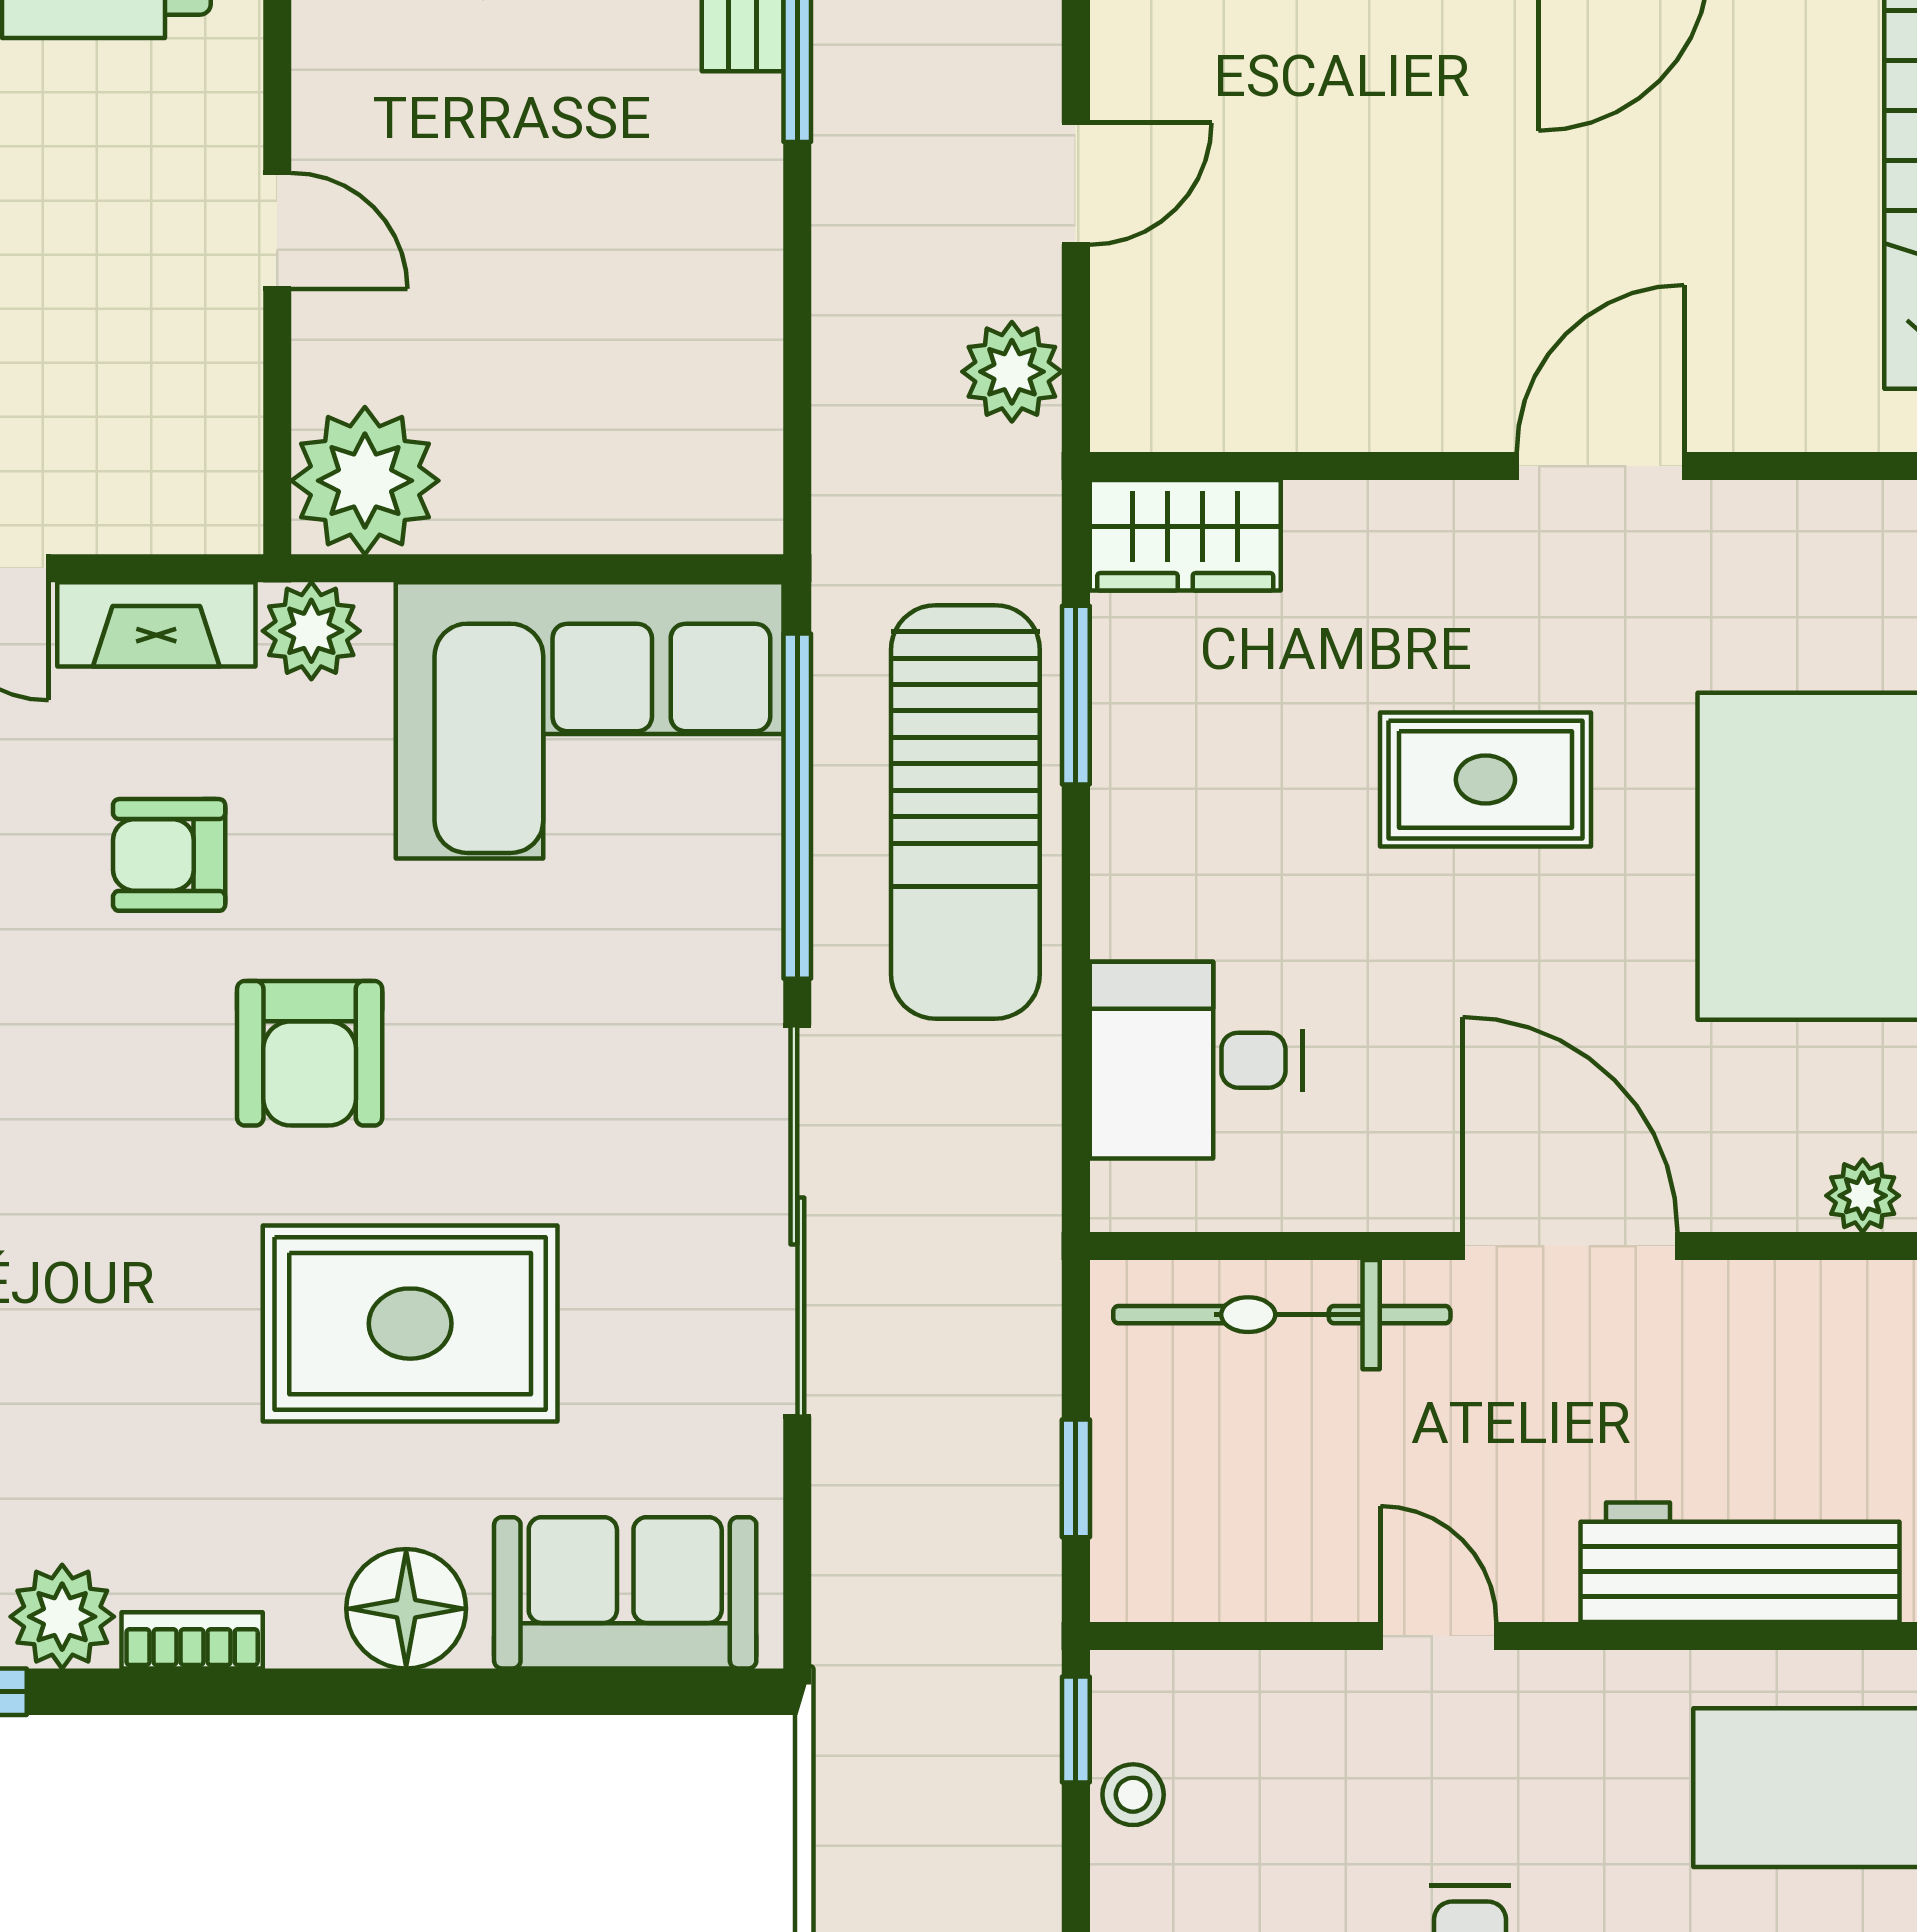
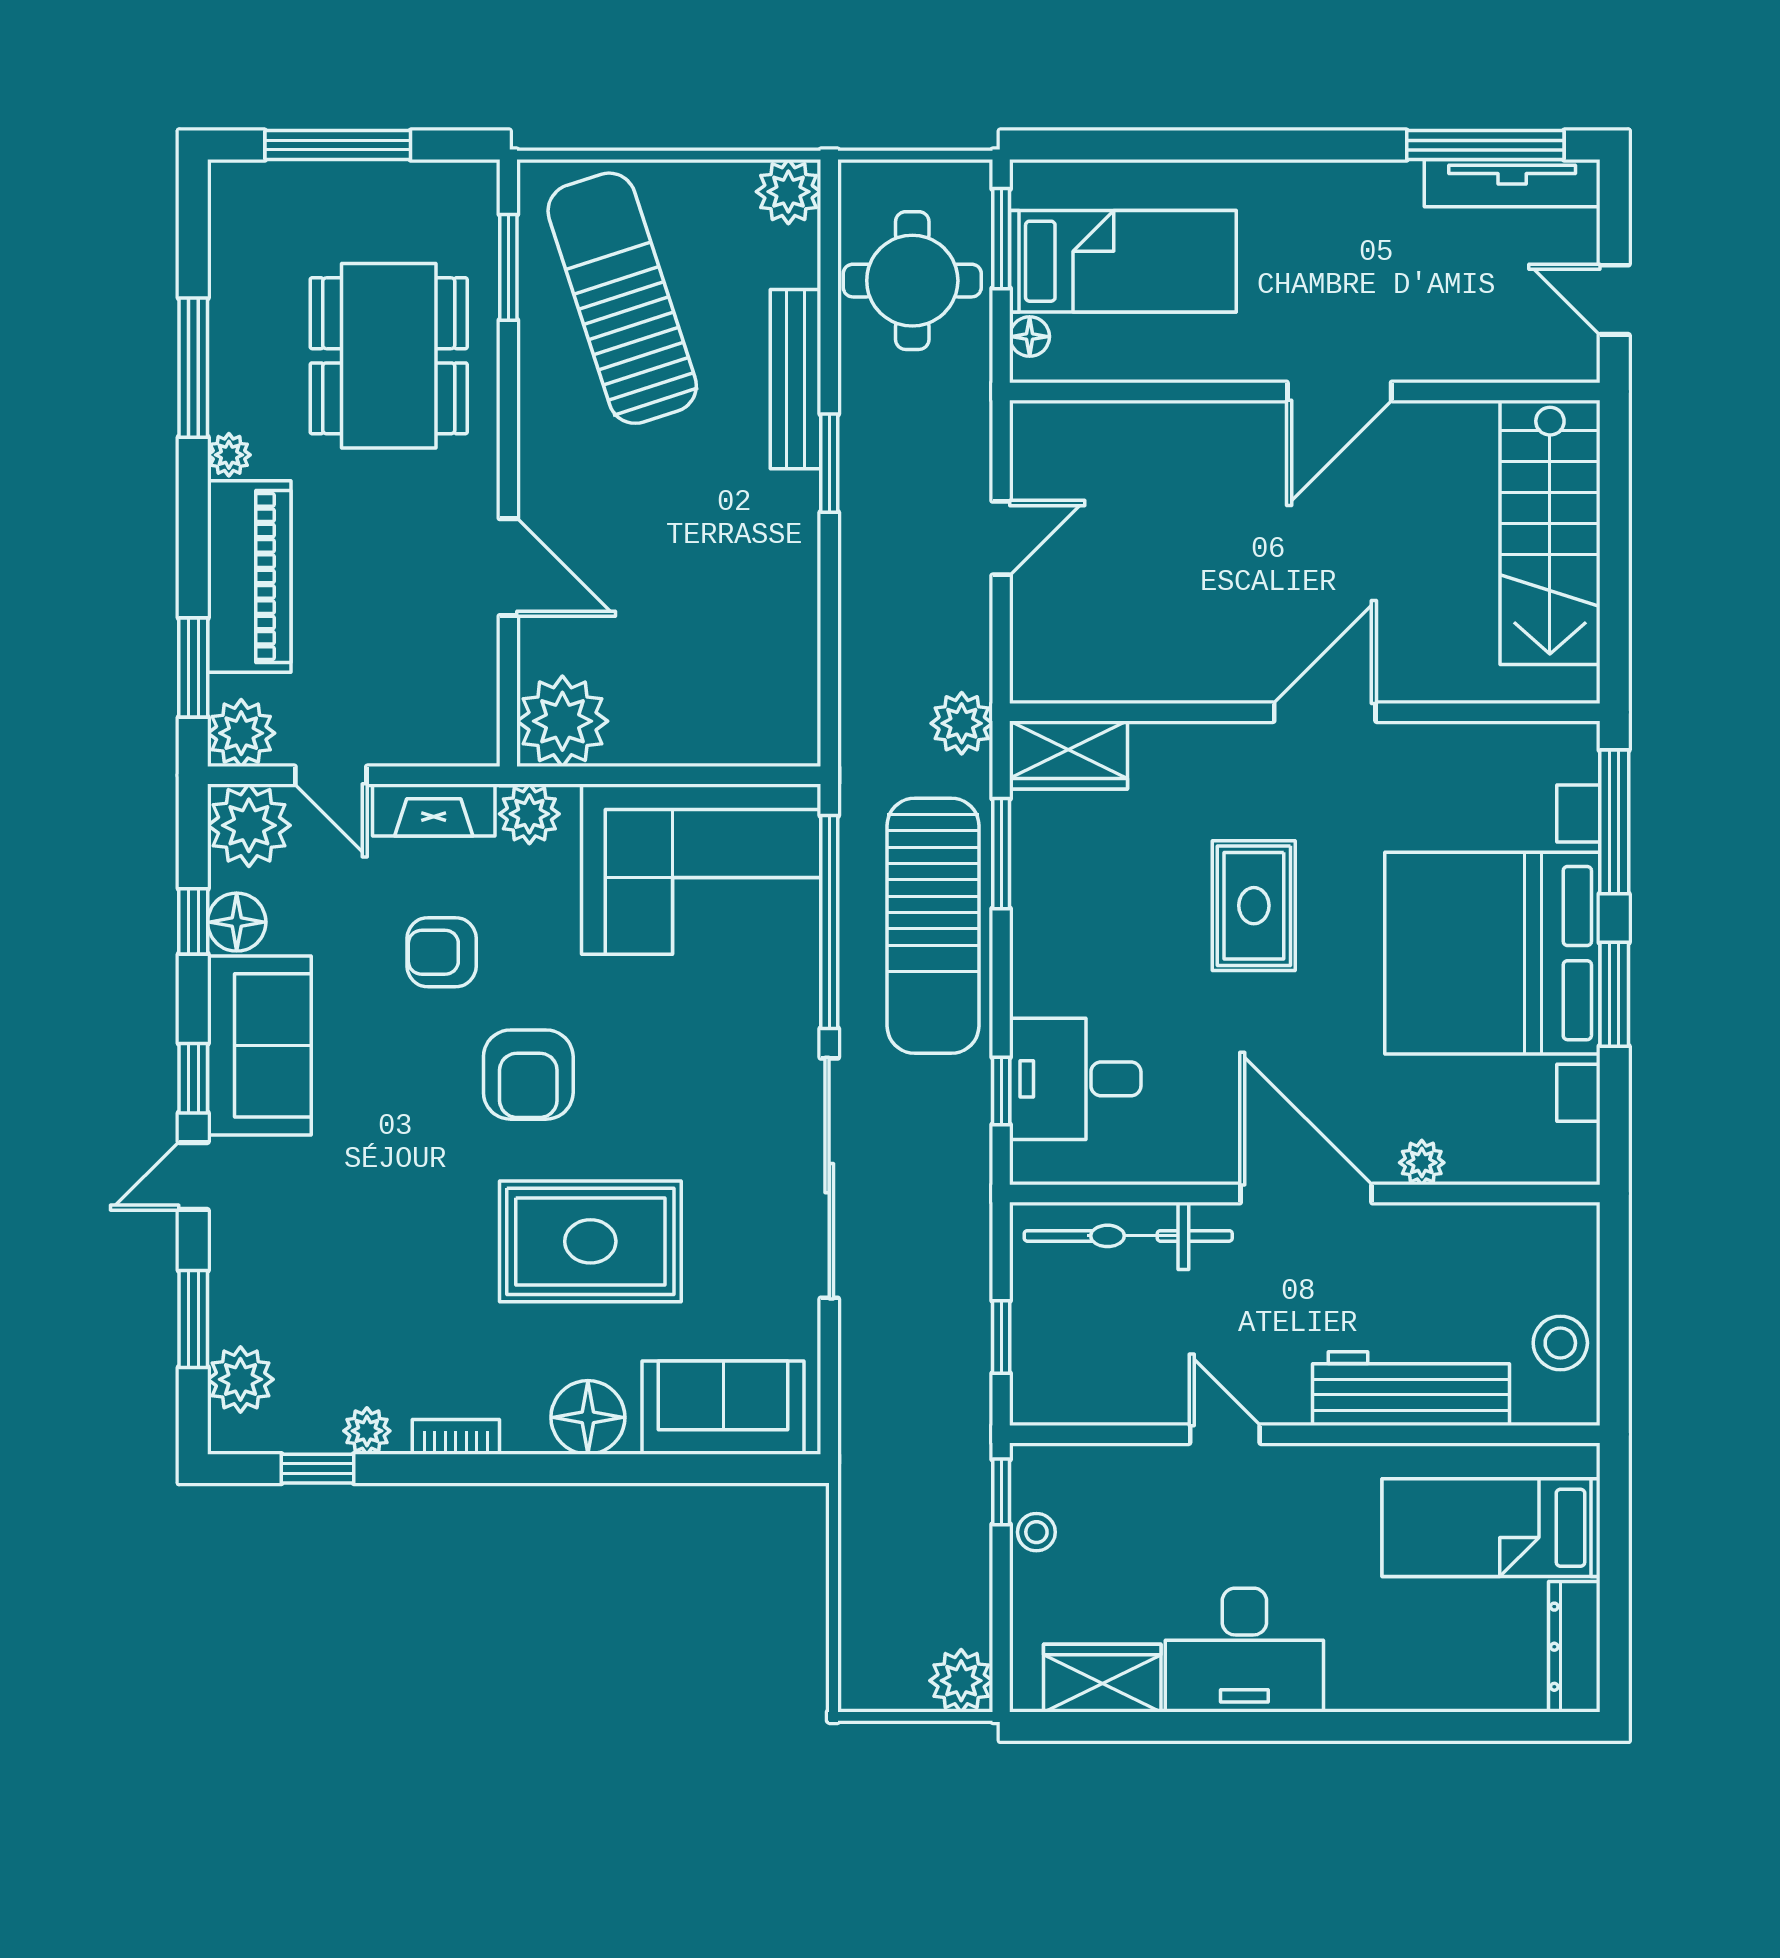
door: (277, 231) -> (508, 567), width x1.38
plant: (1012, 372) -> (962, 723), moved
rug: (1485, 780) -> (1254, 906), turned 90
window: (1076, 1080) -> (1001, 1091), added
plant: (1863, 1196) -> (1422, 1163), moved
plant: (62, 1617) -> (367, 1431), width x0.73, depth x0.73

